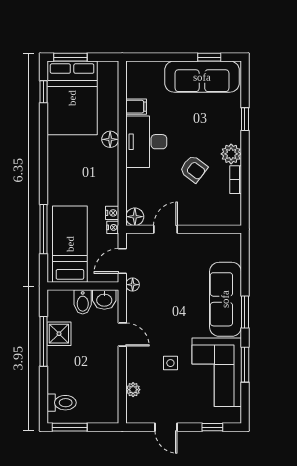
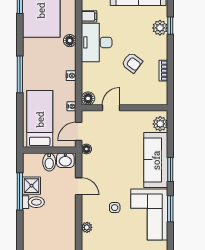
plant: (231, 154) -> (160, 28), moved
nightstand: (112, 213) -> (71, 76), moved
window: (43, 229) -> (20, 74), moved
plant: (231, 251) -> (160, 124), added
toilet: (62, 403) -> (33, 202), moved

